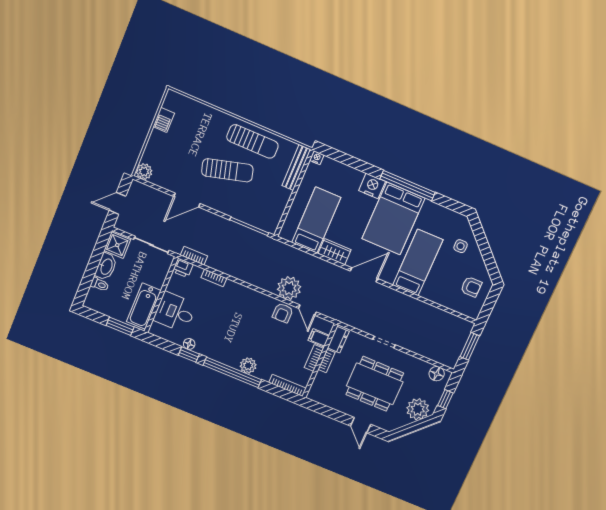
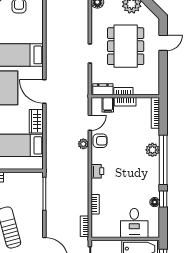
printer: (183, 268) -> (97, 171), moved
plant: (289, 288) -> (83, 144), width x0.53, depth x0.53

